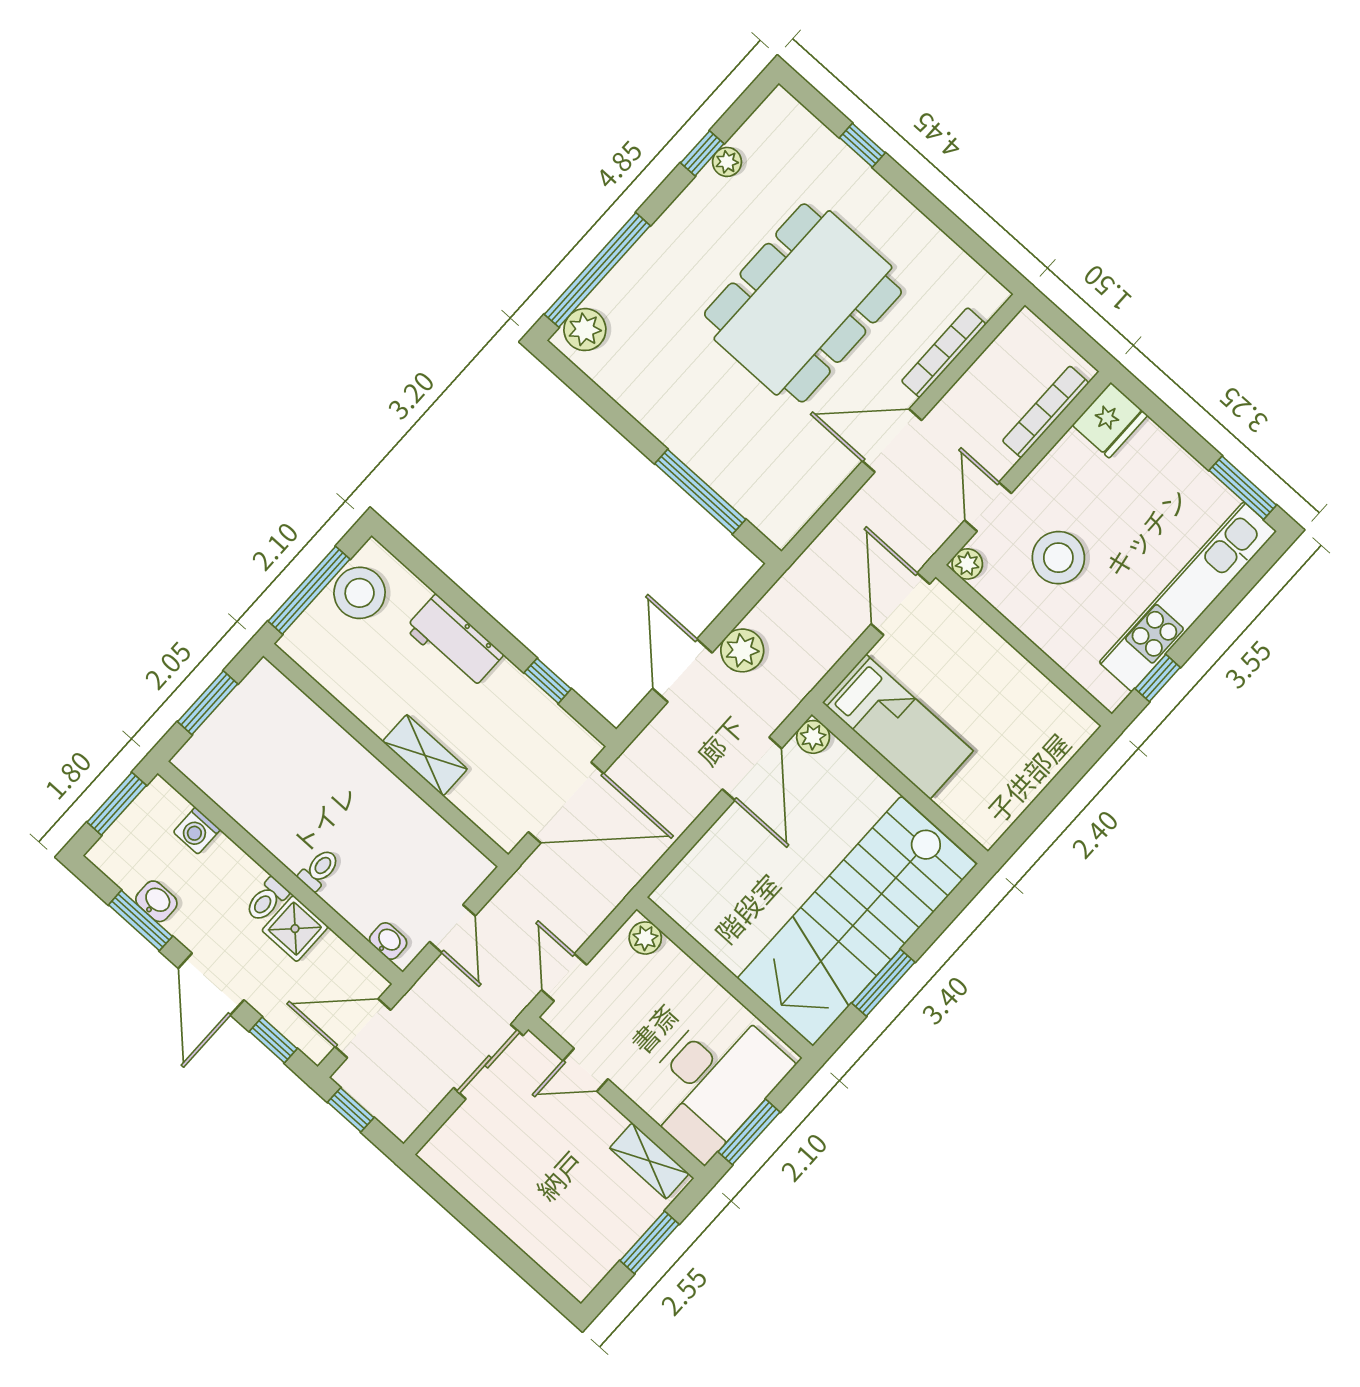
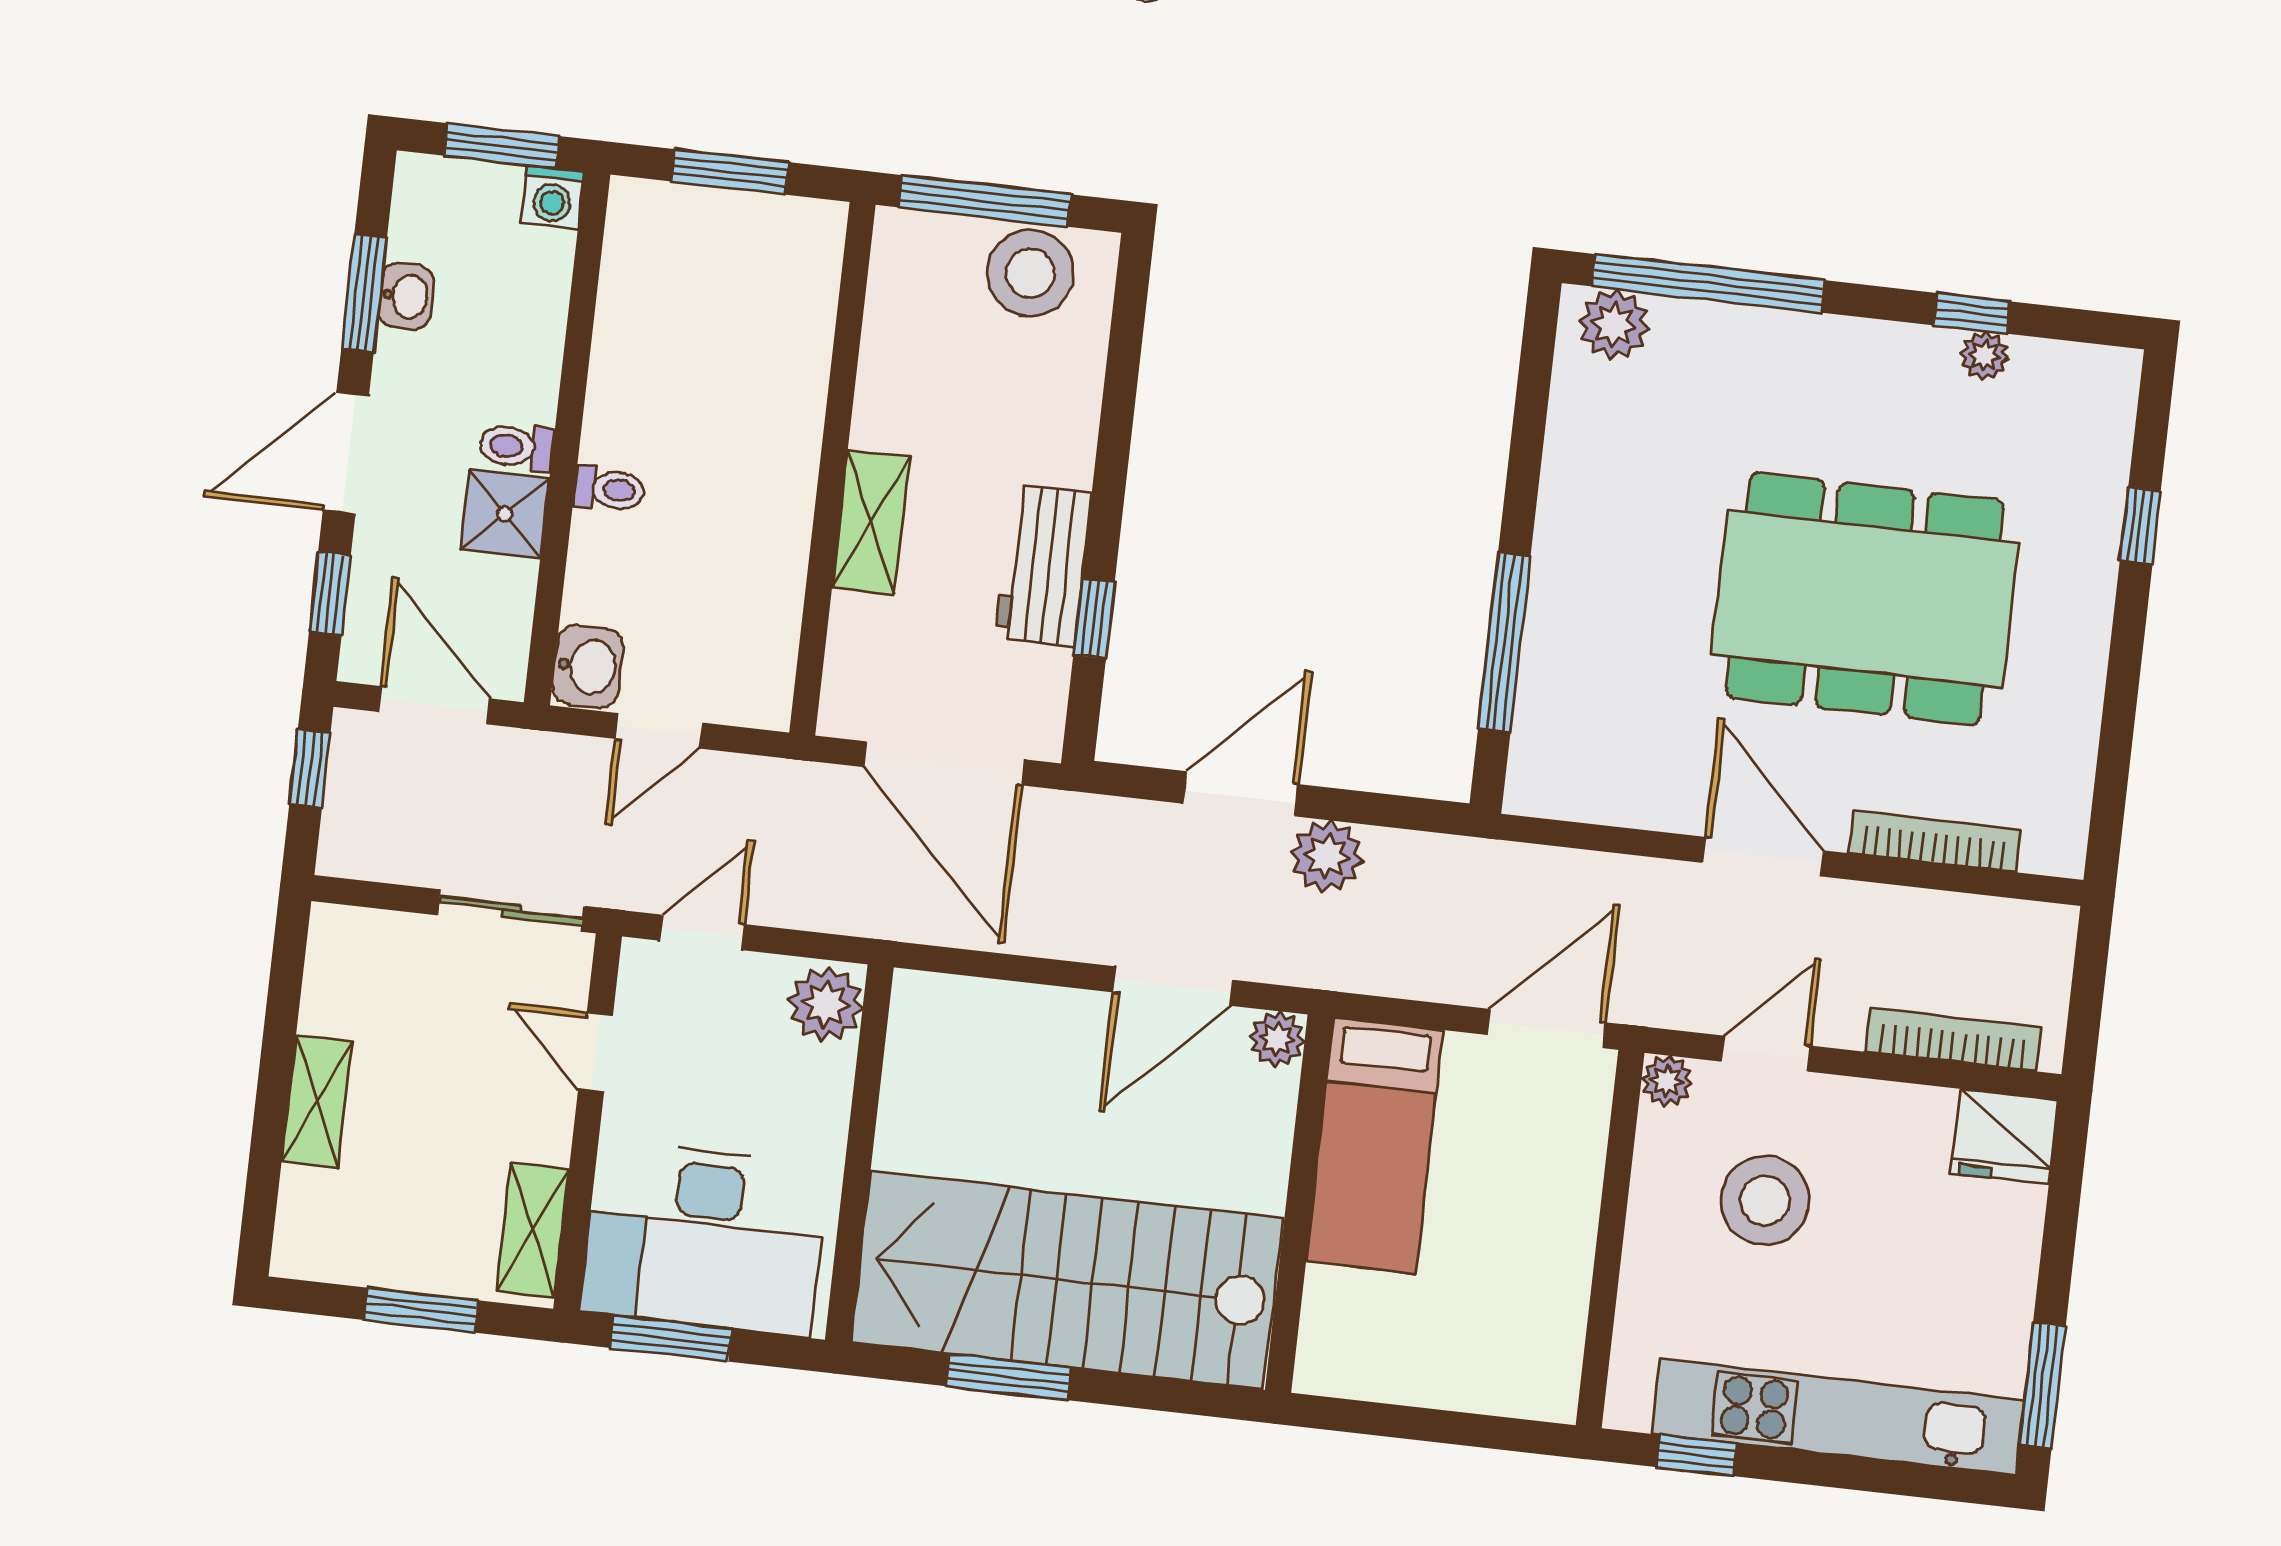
workbench: (454, 642) -> (1043, 565), moved
washing machine: (197, 831) -> (553, 197), moved, turned -90
plant: (645, 938) -> (826, 1004), width x1.38, depth x1.38
washbasin: (388, 941) -> (588, 666), width x1.38, depth x1.45
shelving: (513, 1221) -> (317, 1102), added

